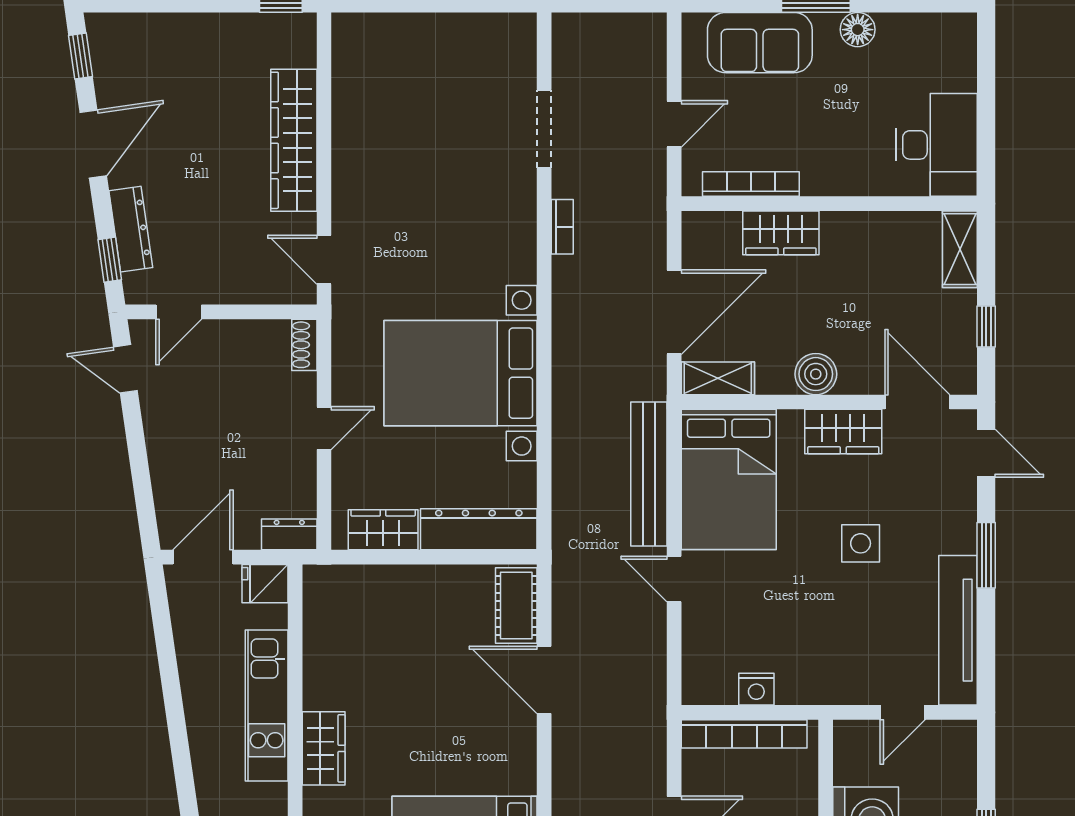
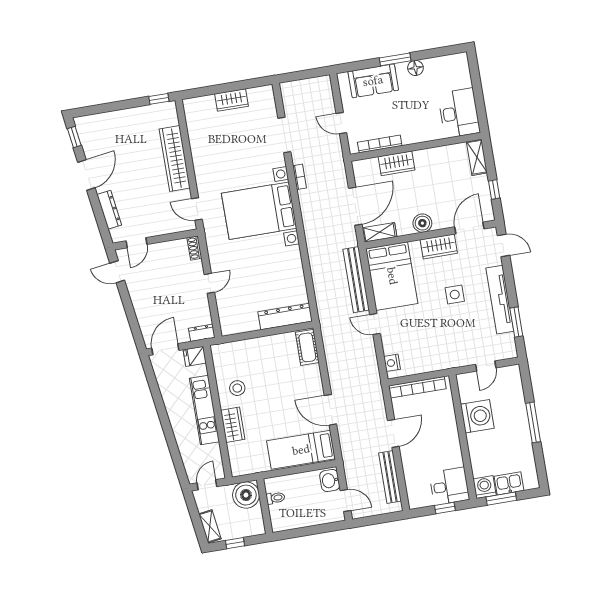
door: (674, 124) -> (341, 123), swing flipped
window: (110, 260) -> (102, 225), removed
bed with nightstands: (461, 373) -> (259, 211), moved
door: (917, 402) -> (469, 228), hinge flipped
wardrobe: (383, 530) -> (231, 100), moved, turned 180
window: (986, 555) -> (516, 322), moved
tv unit: (958, 630) -> (500, 300), moved
stool: (347, 669) -> (237, 388), added
door: (544, 680) -> (330, 410), moved
nightstand: (756, 689) -> (392, 363), moved, turned 90

